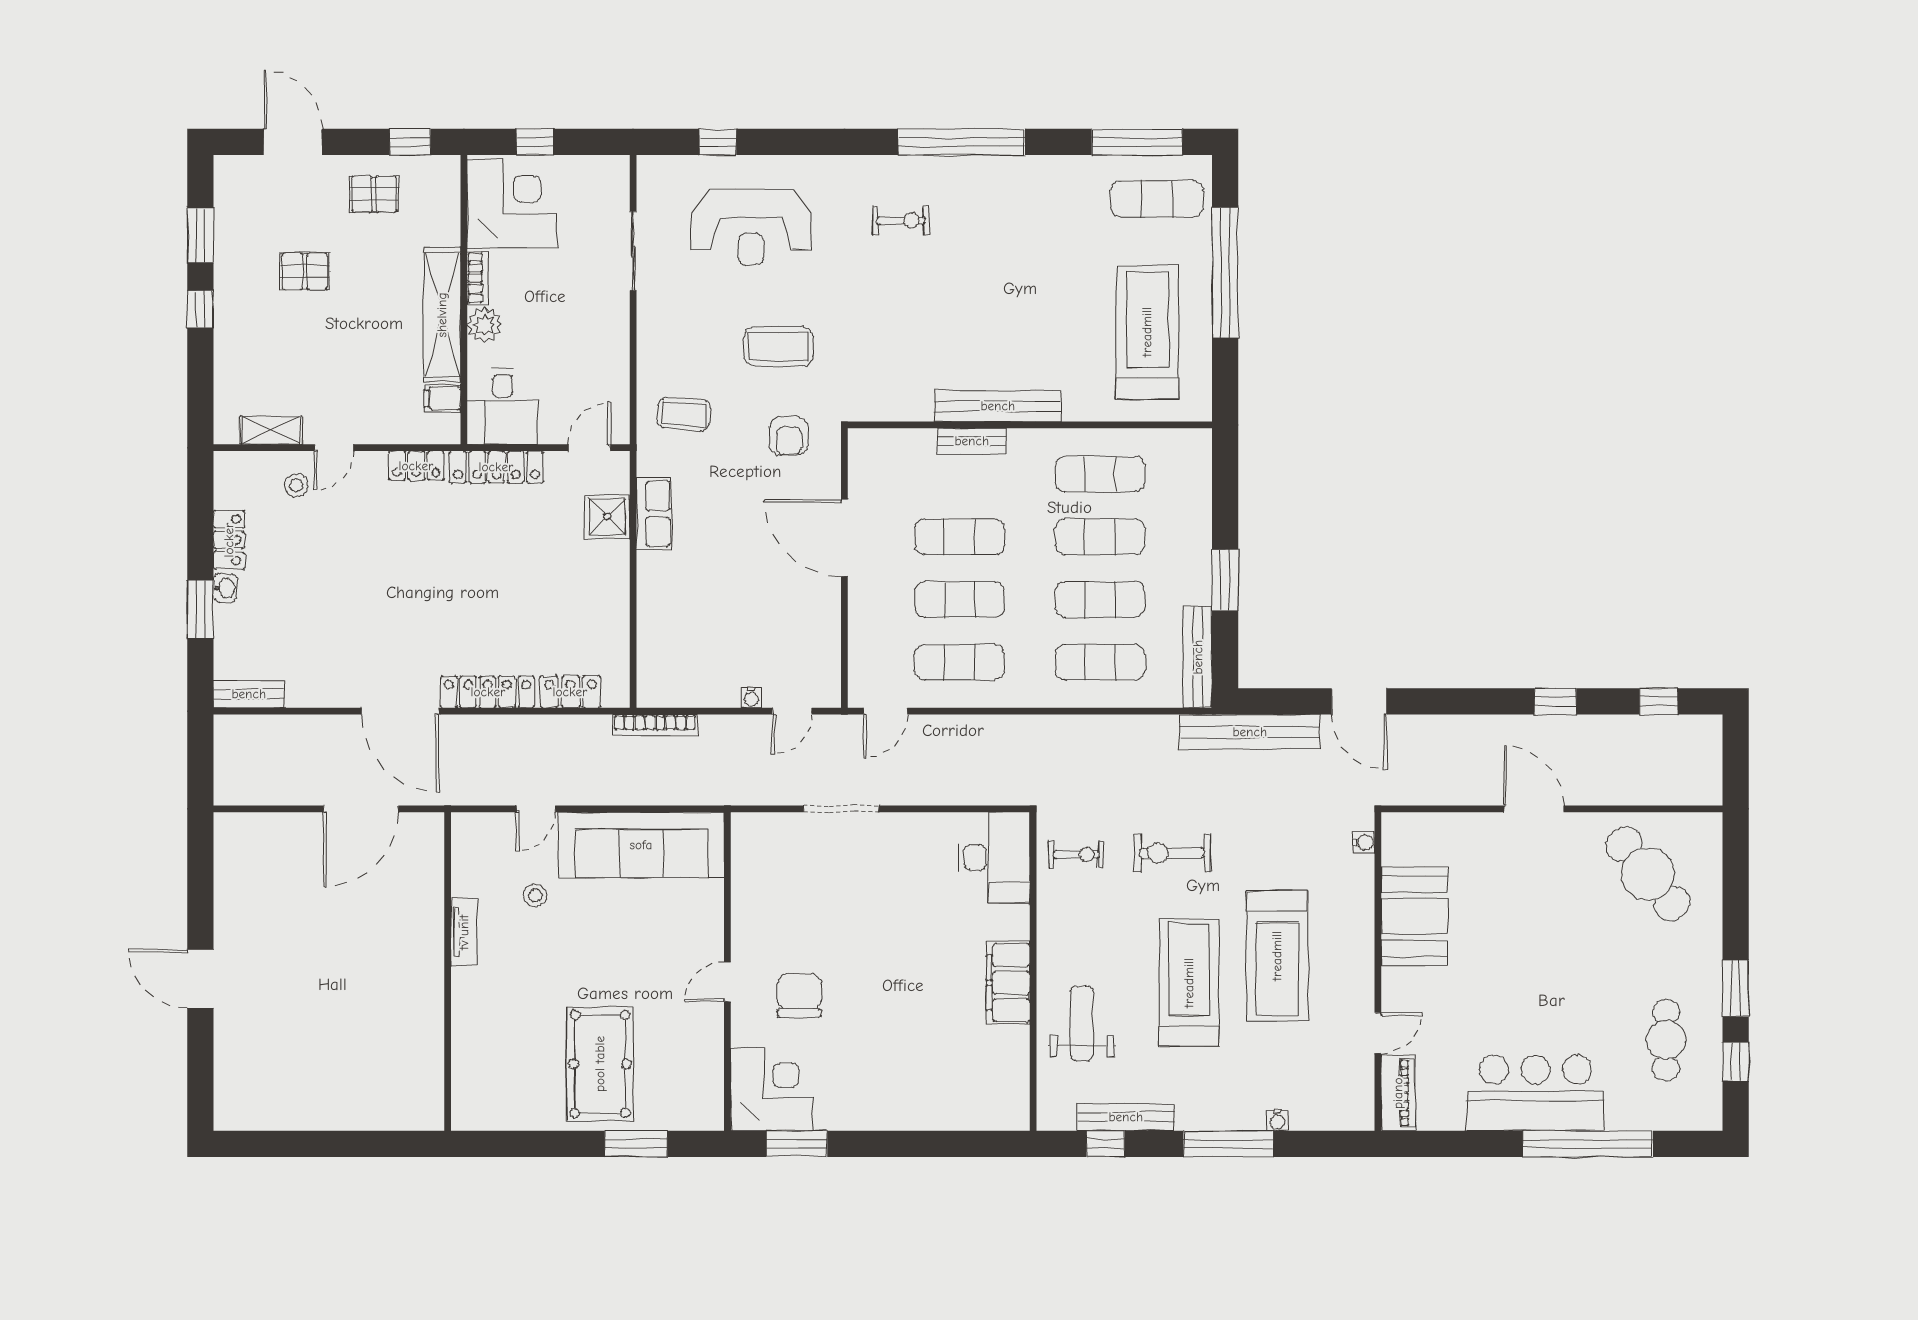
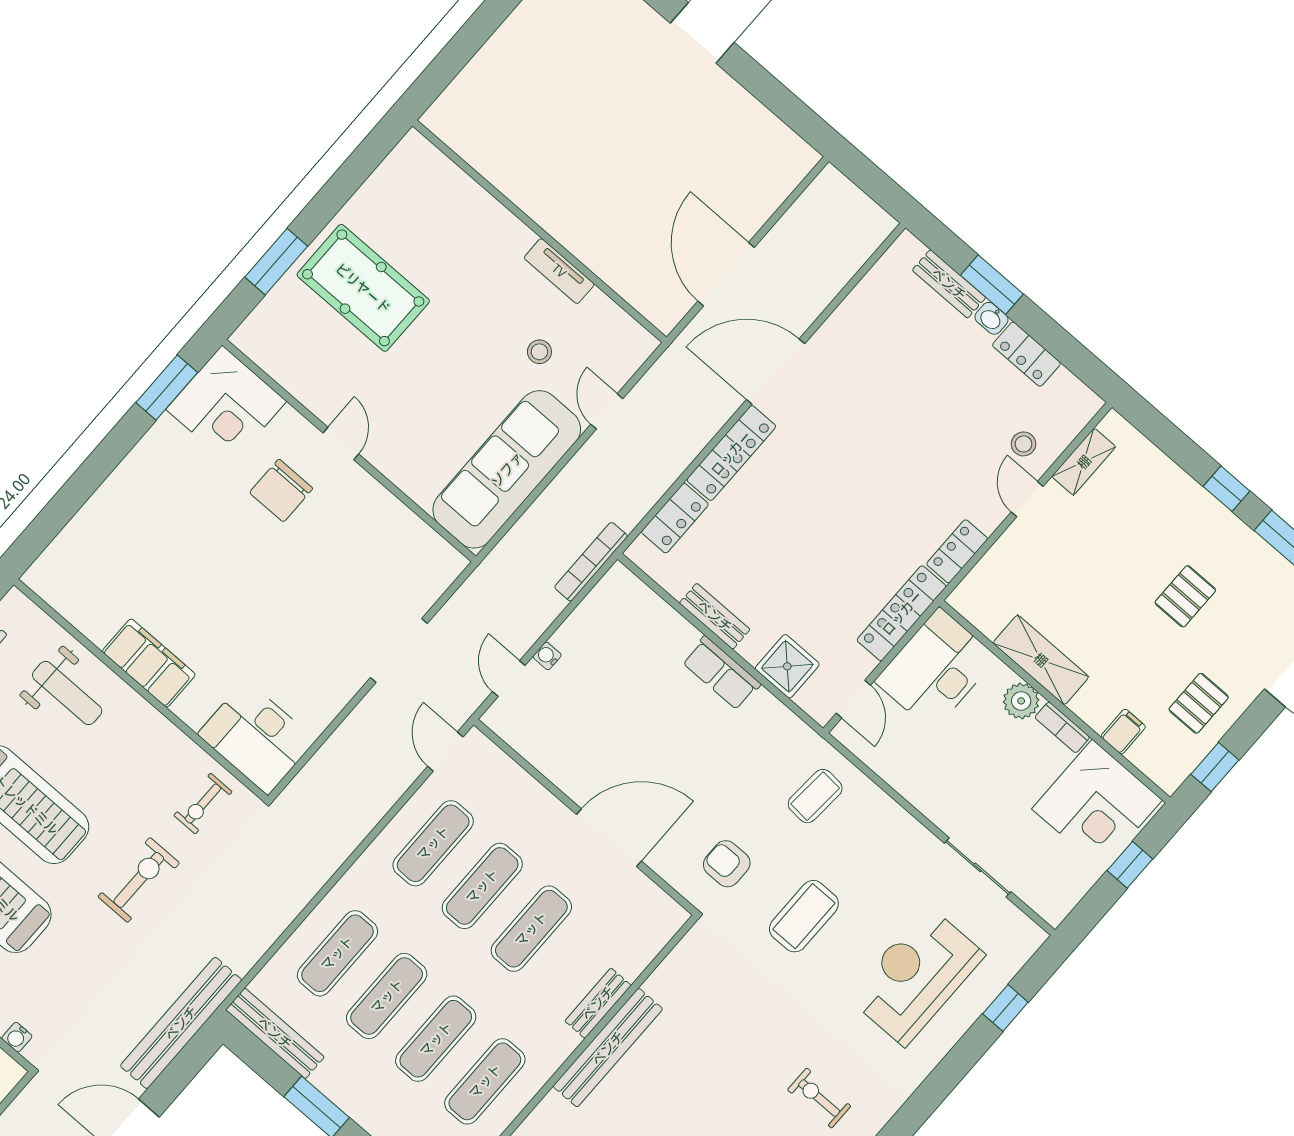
exercise bike: (901, 220) -> (819, 1098), turned 90
shelving: (442, 315) -> (1041, 660), width x0.68
filing cabinet: (442, 398) -> (1123, 732), moved
desk: (502, 407) -> (936, 669), width x1.37
row of seats: (654, 514) -> (721, 673), moved
bench: (617, 601) -> (715, 616), added
bench: (249, 694) -> (949, 284), moved, turned 90
chair: (799, 996) -> (281, 491), turned 90

